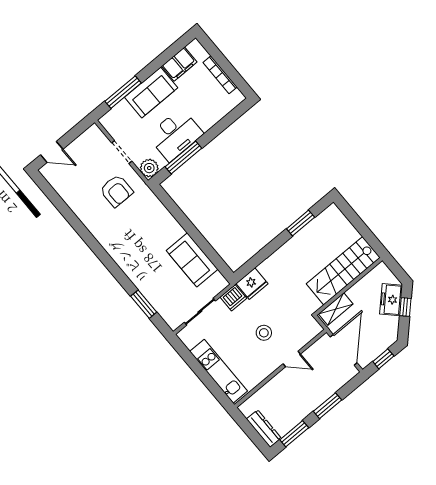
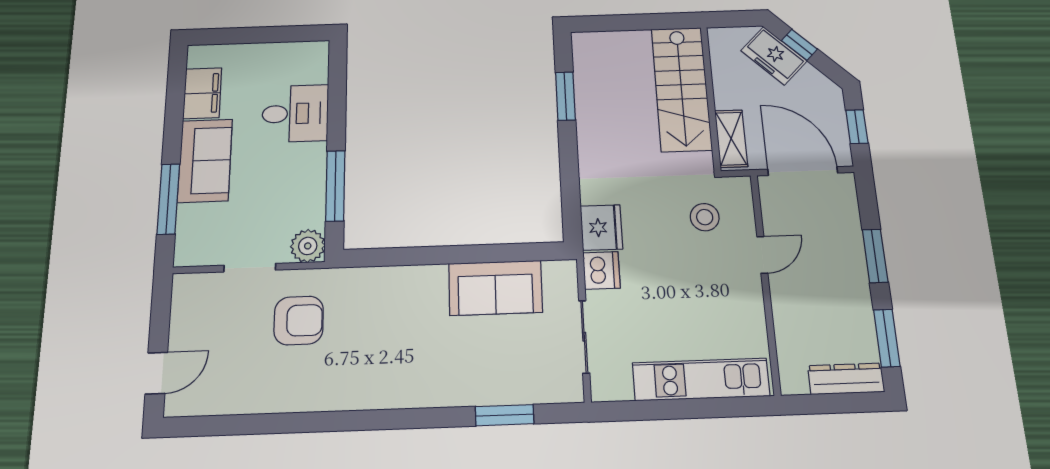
bookcase: (220, 75) -> (266, 51), removed
desk: (175, 135) -> (295, 114), moved, width x0.73
stool: (264, 333) -> (705, 217), moved

